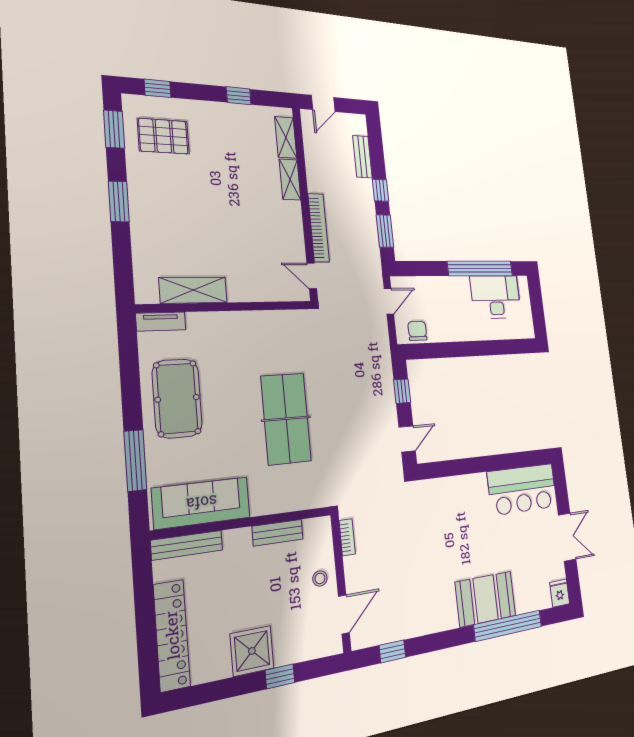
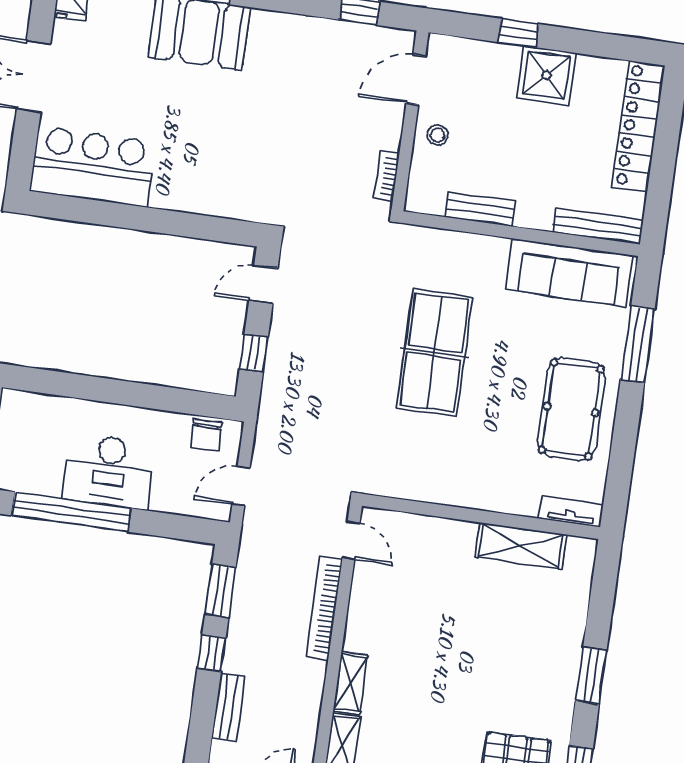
desk: (496, 297) -> (109, 471), moved

